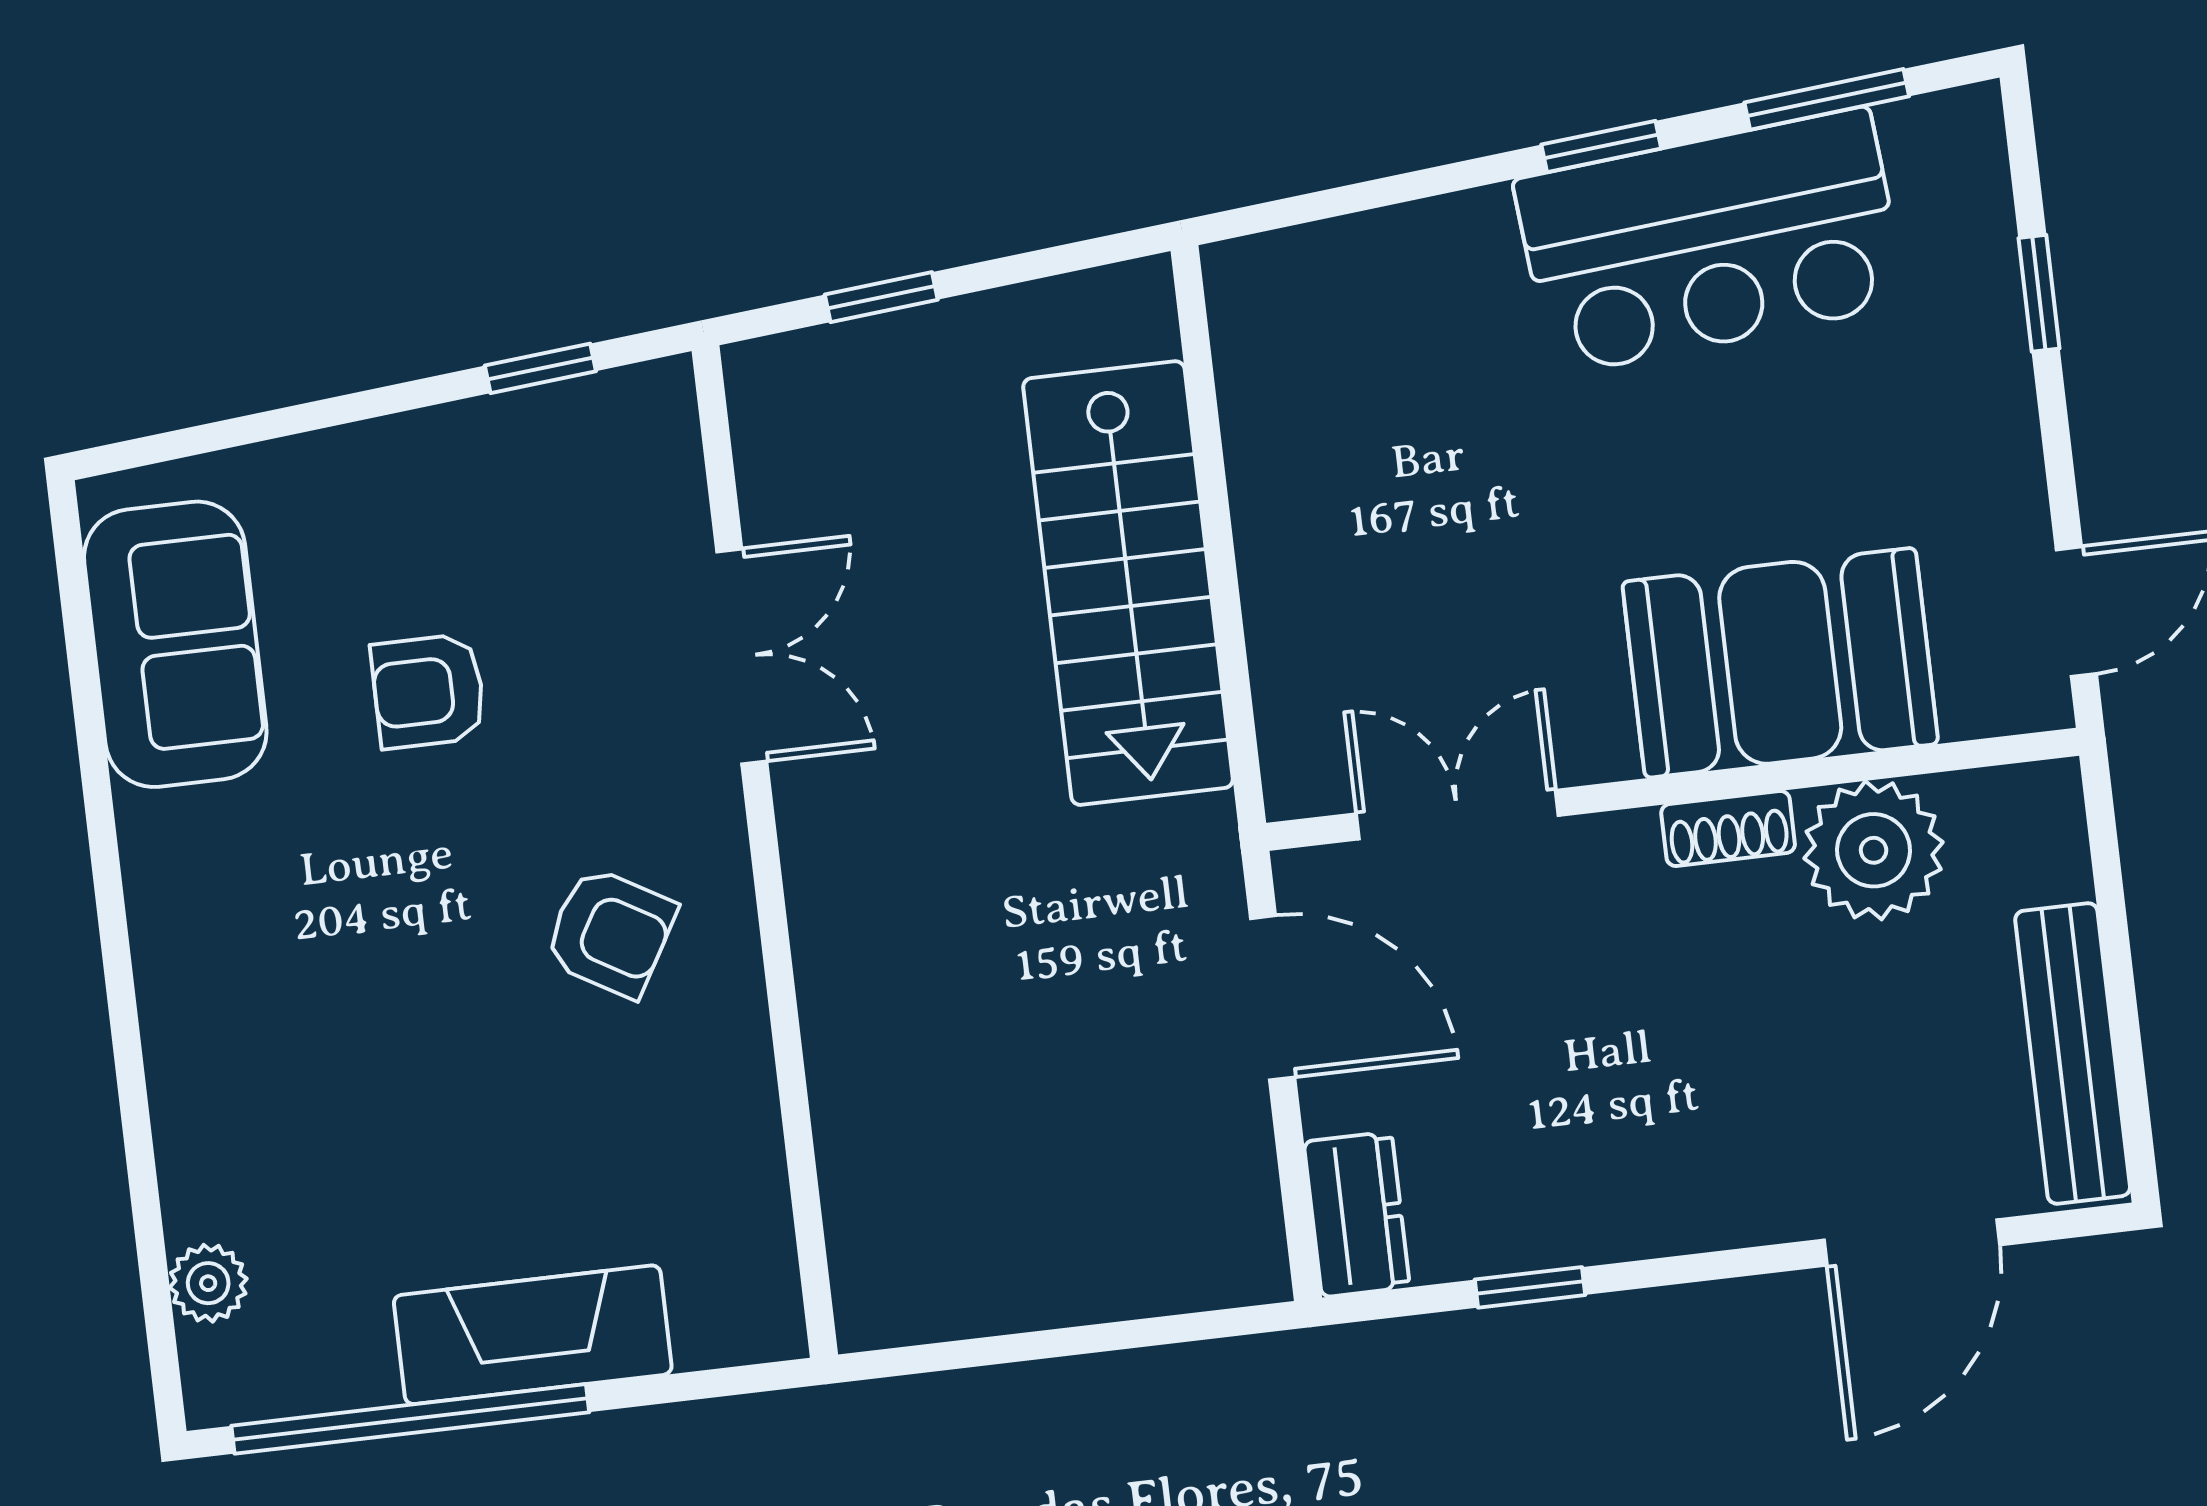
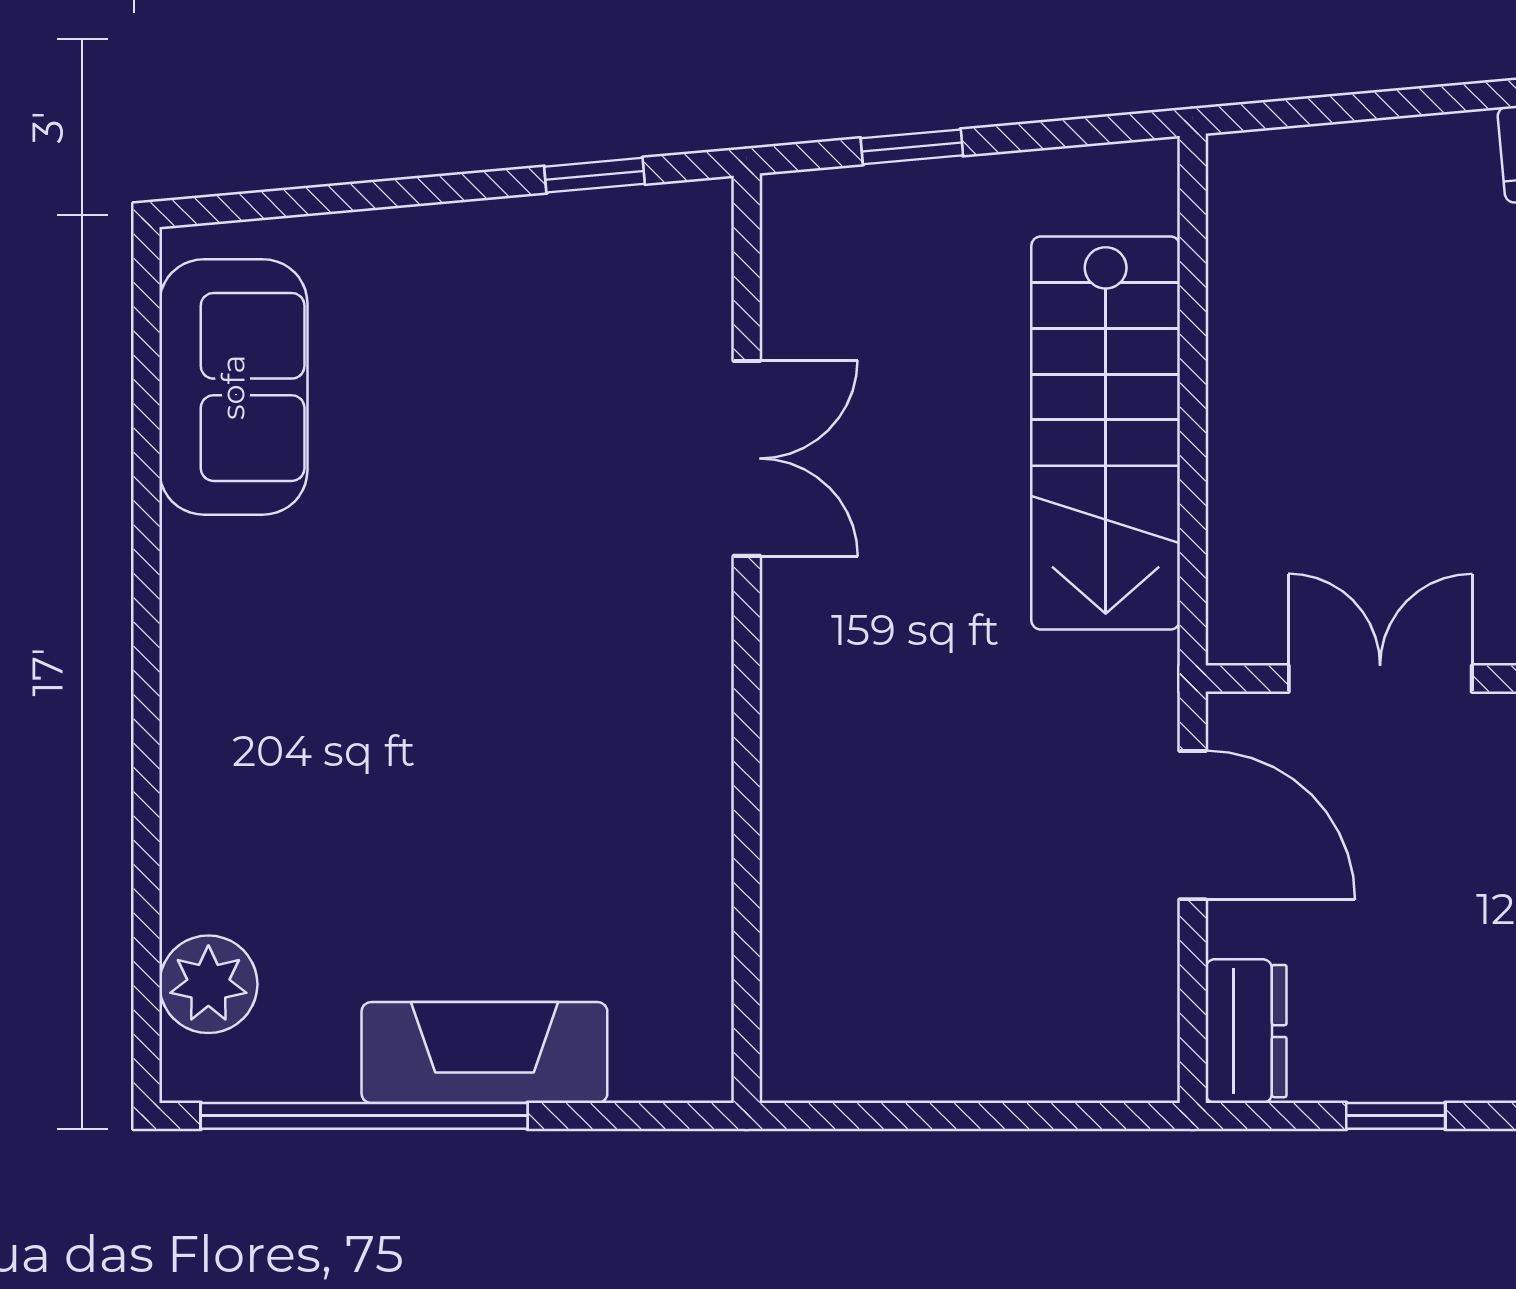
armchair: (428, 691) -> (458, 457), removed
armchair: (610, 932) -> (598, 695), removed
plant: (208, 1283) -> (208, 984), width x1.38, depth x1.38

